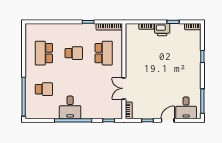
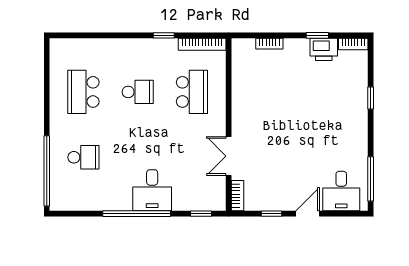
printer: (162, 30) -> (324, 49), moved
desk: (70, 107) -> (152, 190), moved

